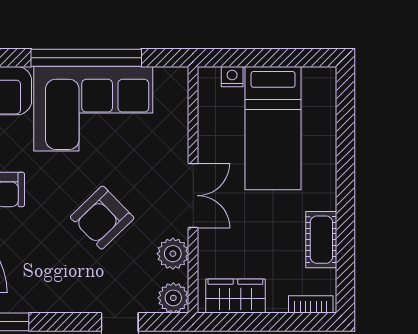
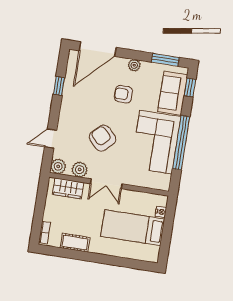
wardrobe: (235, 296) -> (68, 188), moved, turned 90

